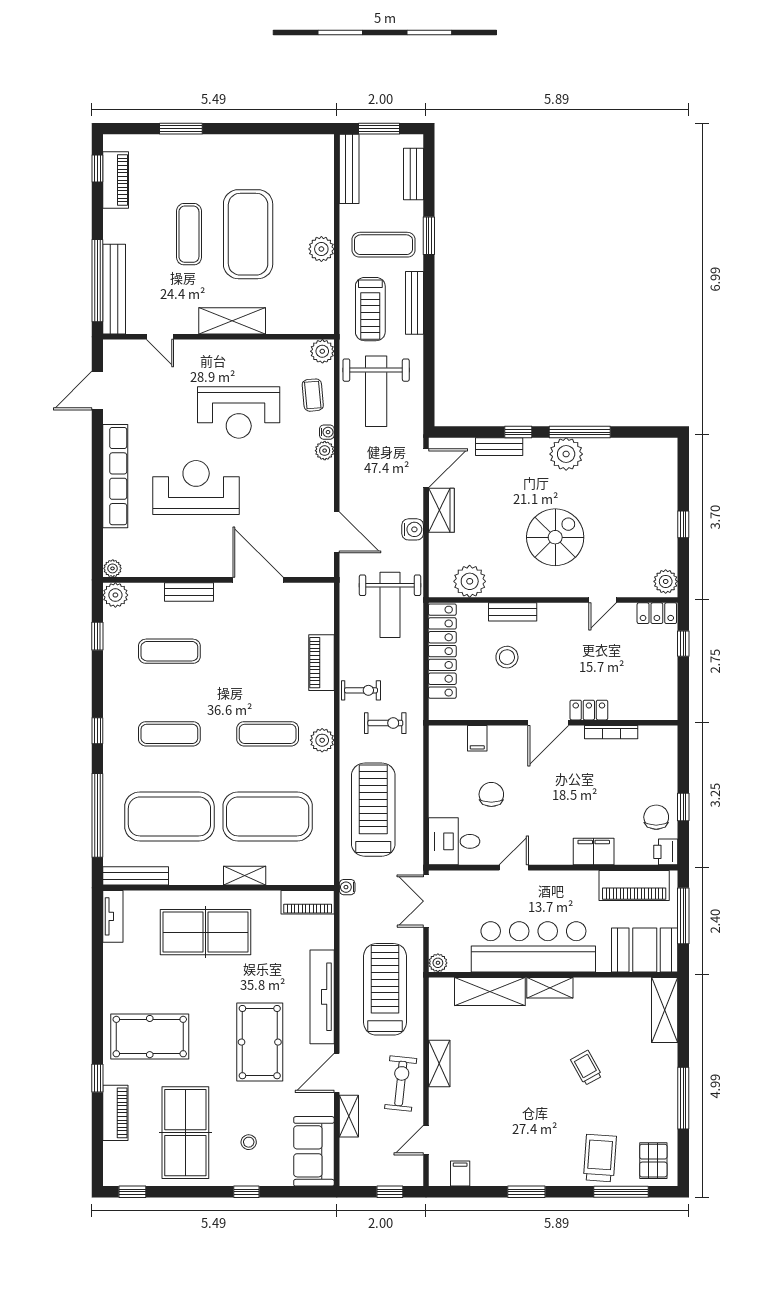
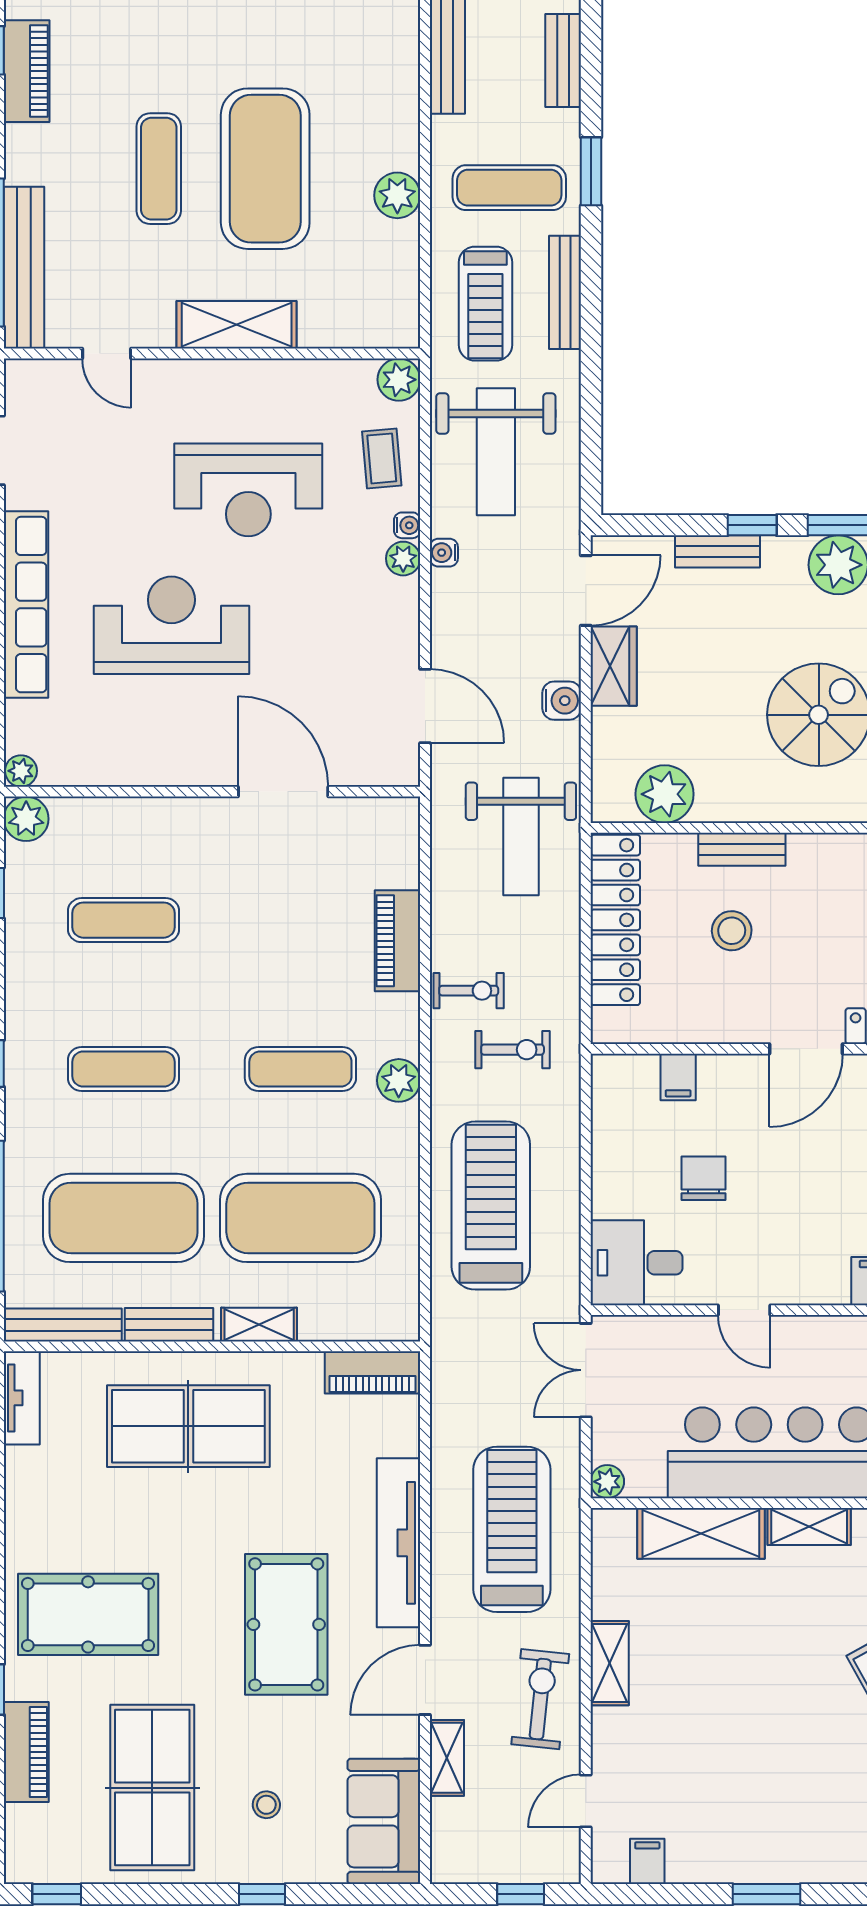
bench: (189, 592) -> (169, 1325), moved
door: (514, 868) -> (744, 1310), swing flipped
water cooler: (347, 887) -> (444, 553), moved

